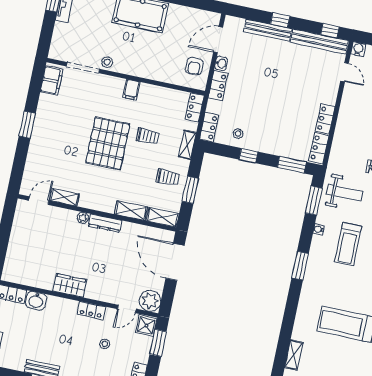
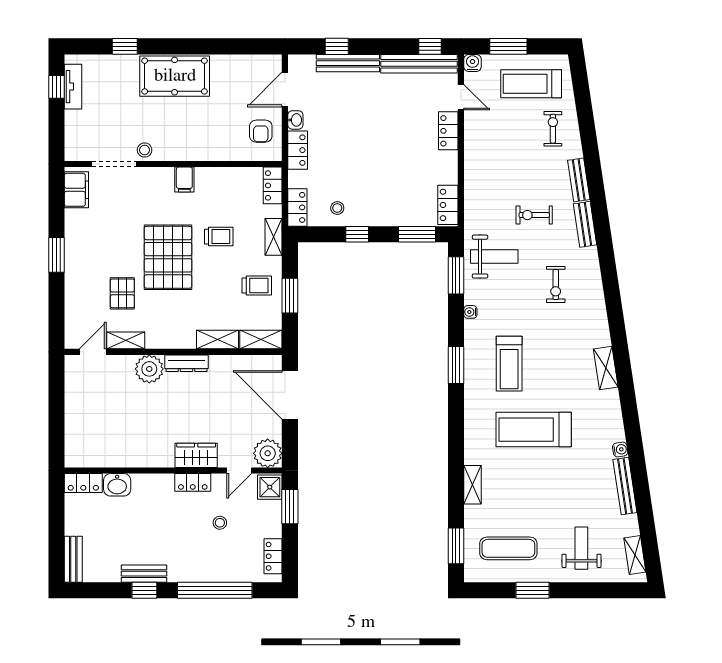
window: (280, 20) -> (337, 46), moved
locker: (325, 119) -> (448, 131), moved
pallet: (69, 163) -> (122, 293), added
plant: (83, 218) -> (149, 369), width x1.88, depth x1.88
treadmill: (348, 244) -> (509, 364), moved
wardrobe: (70, 285) -> (196, 455), moved

